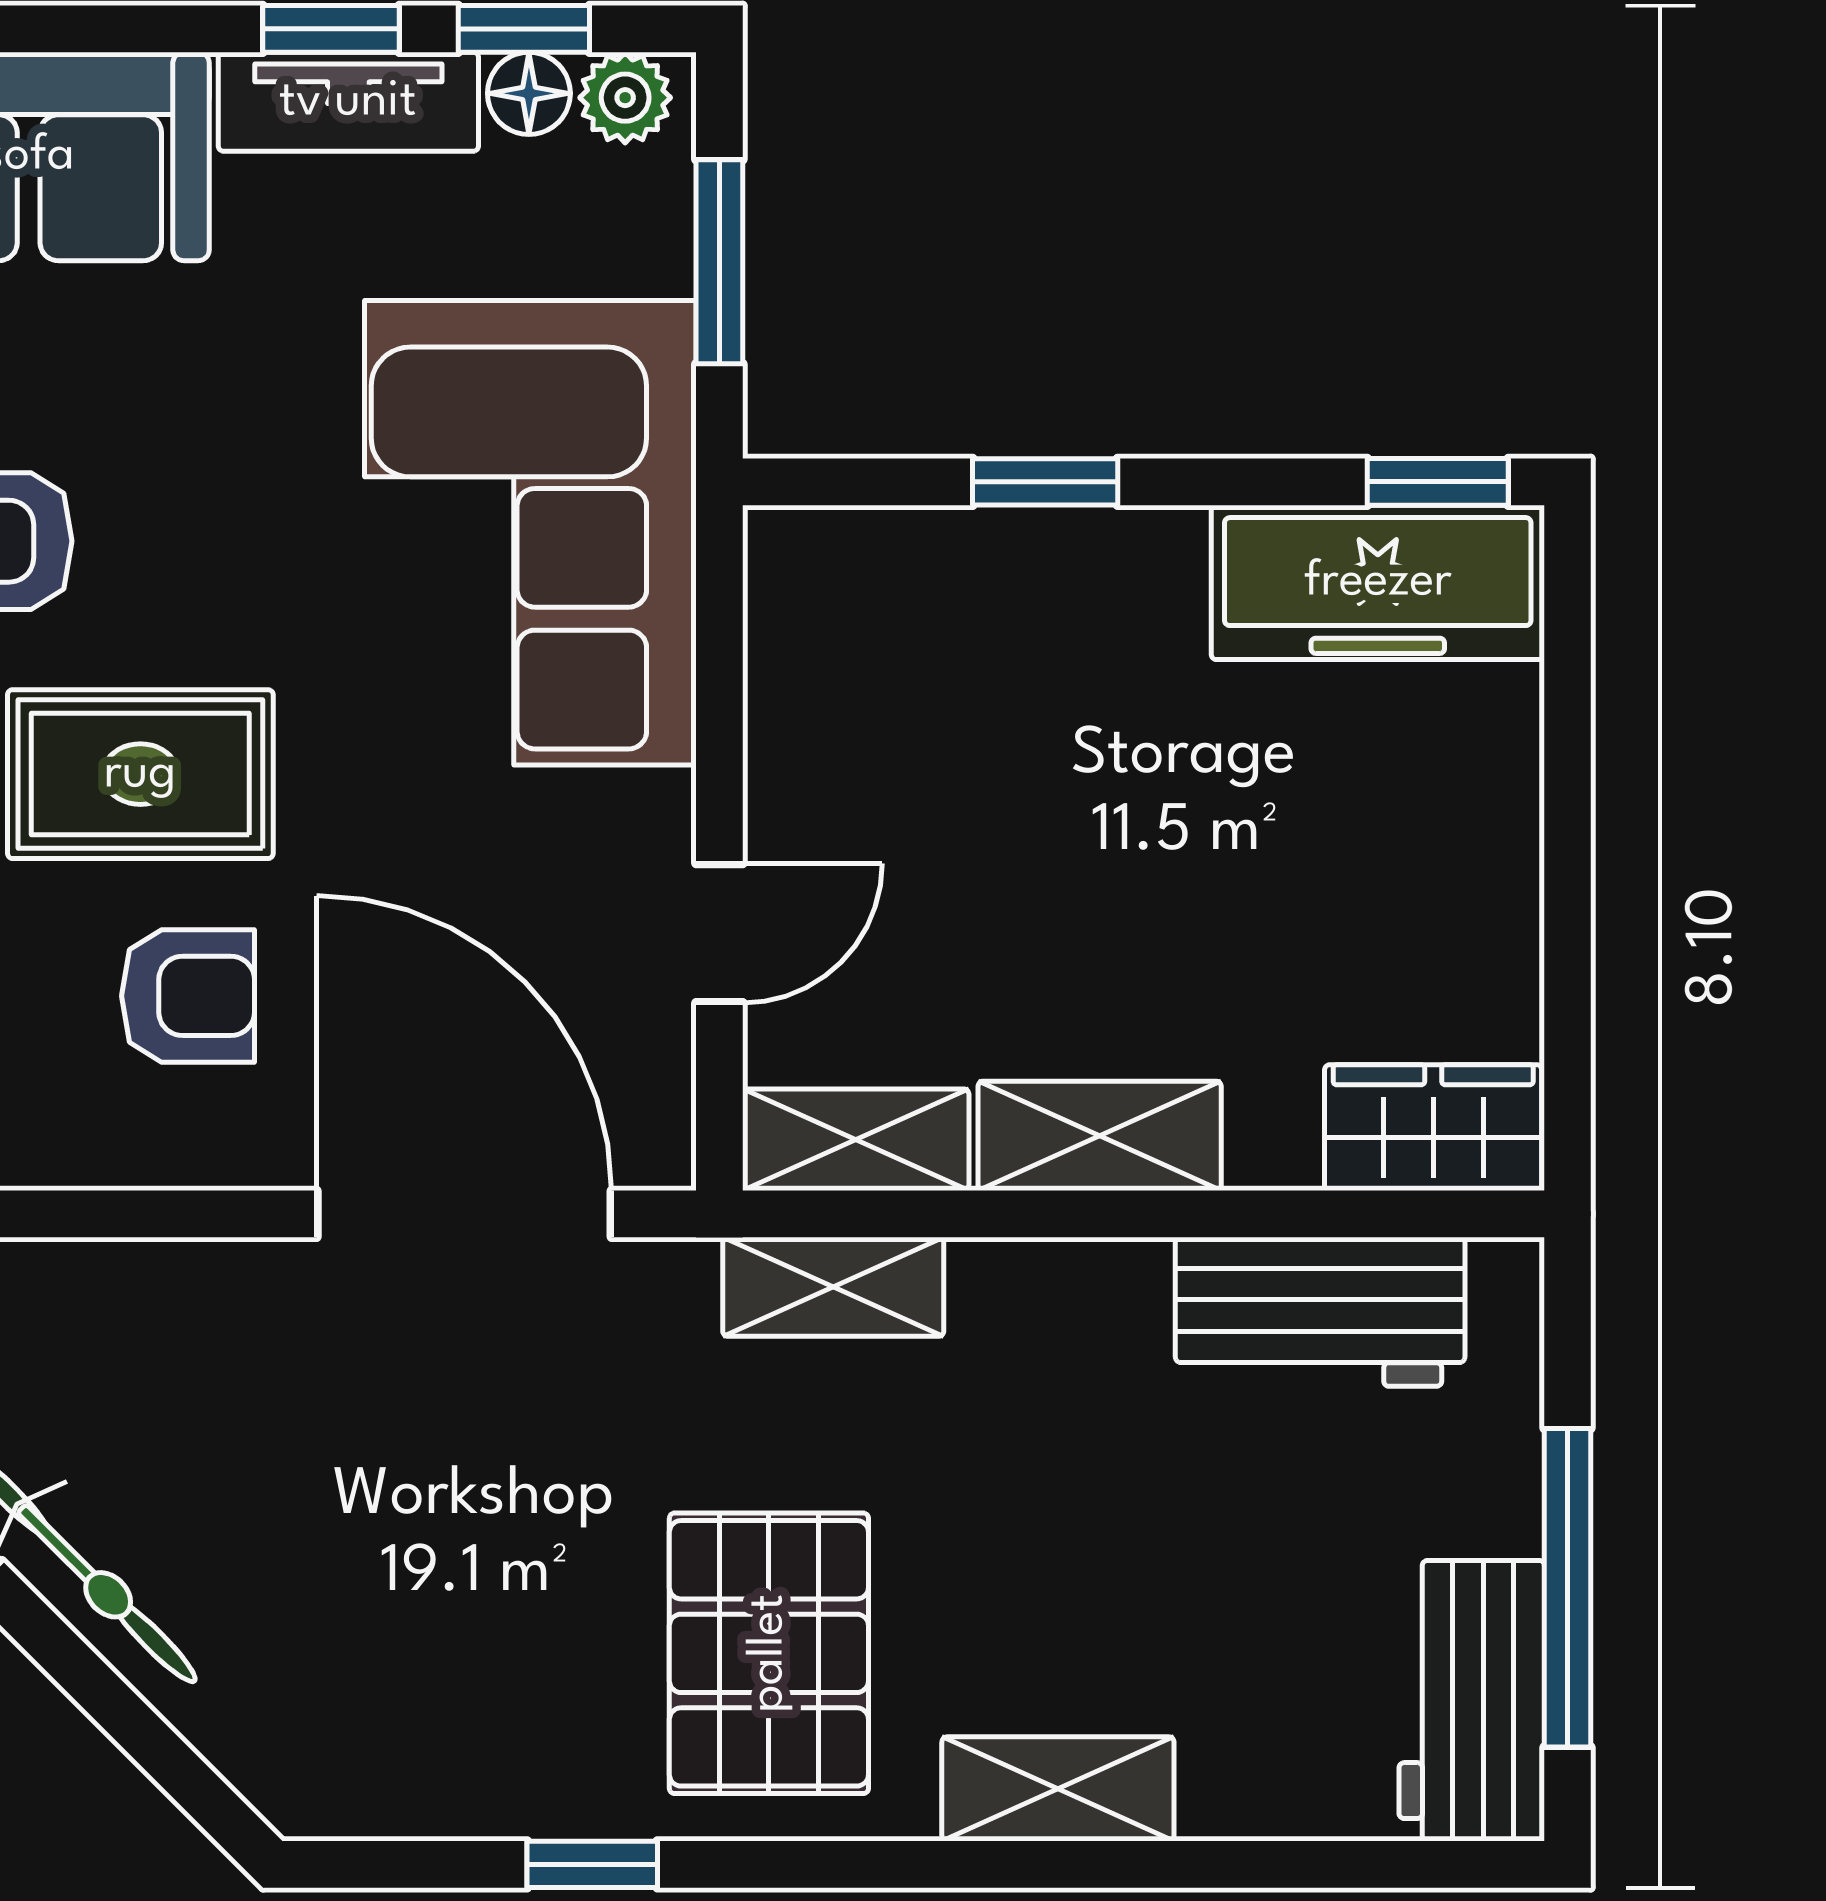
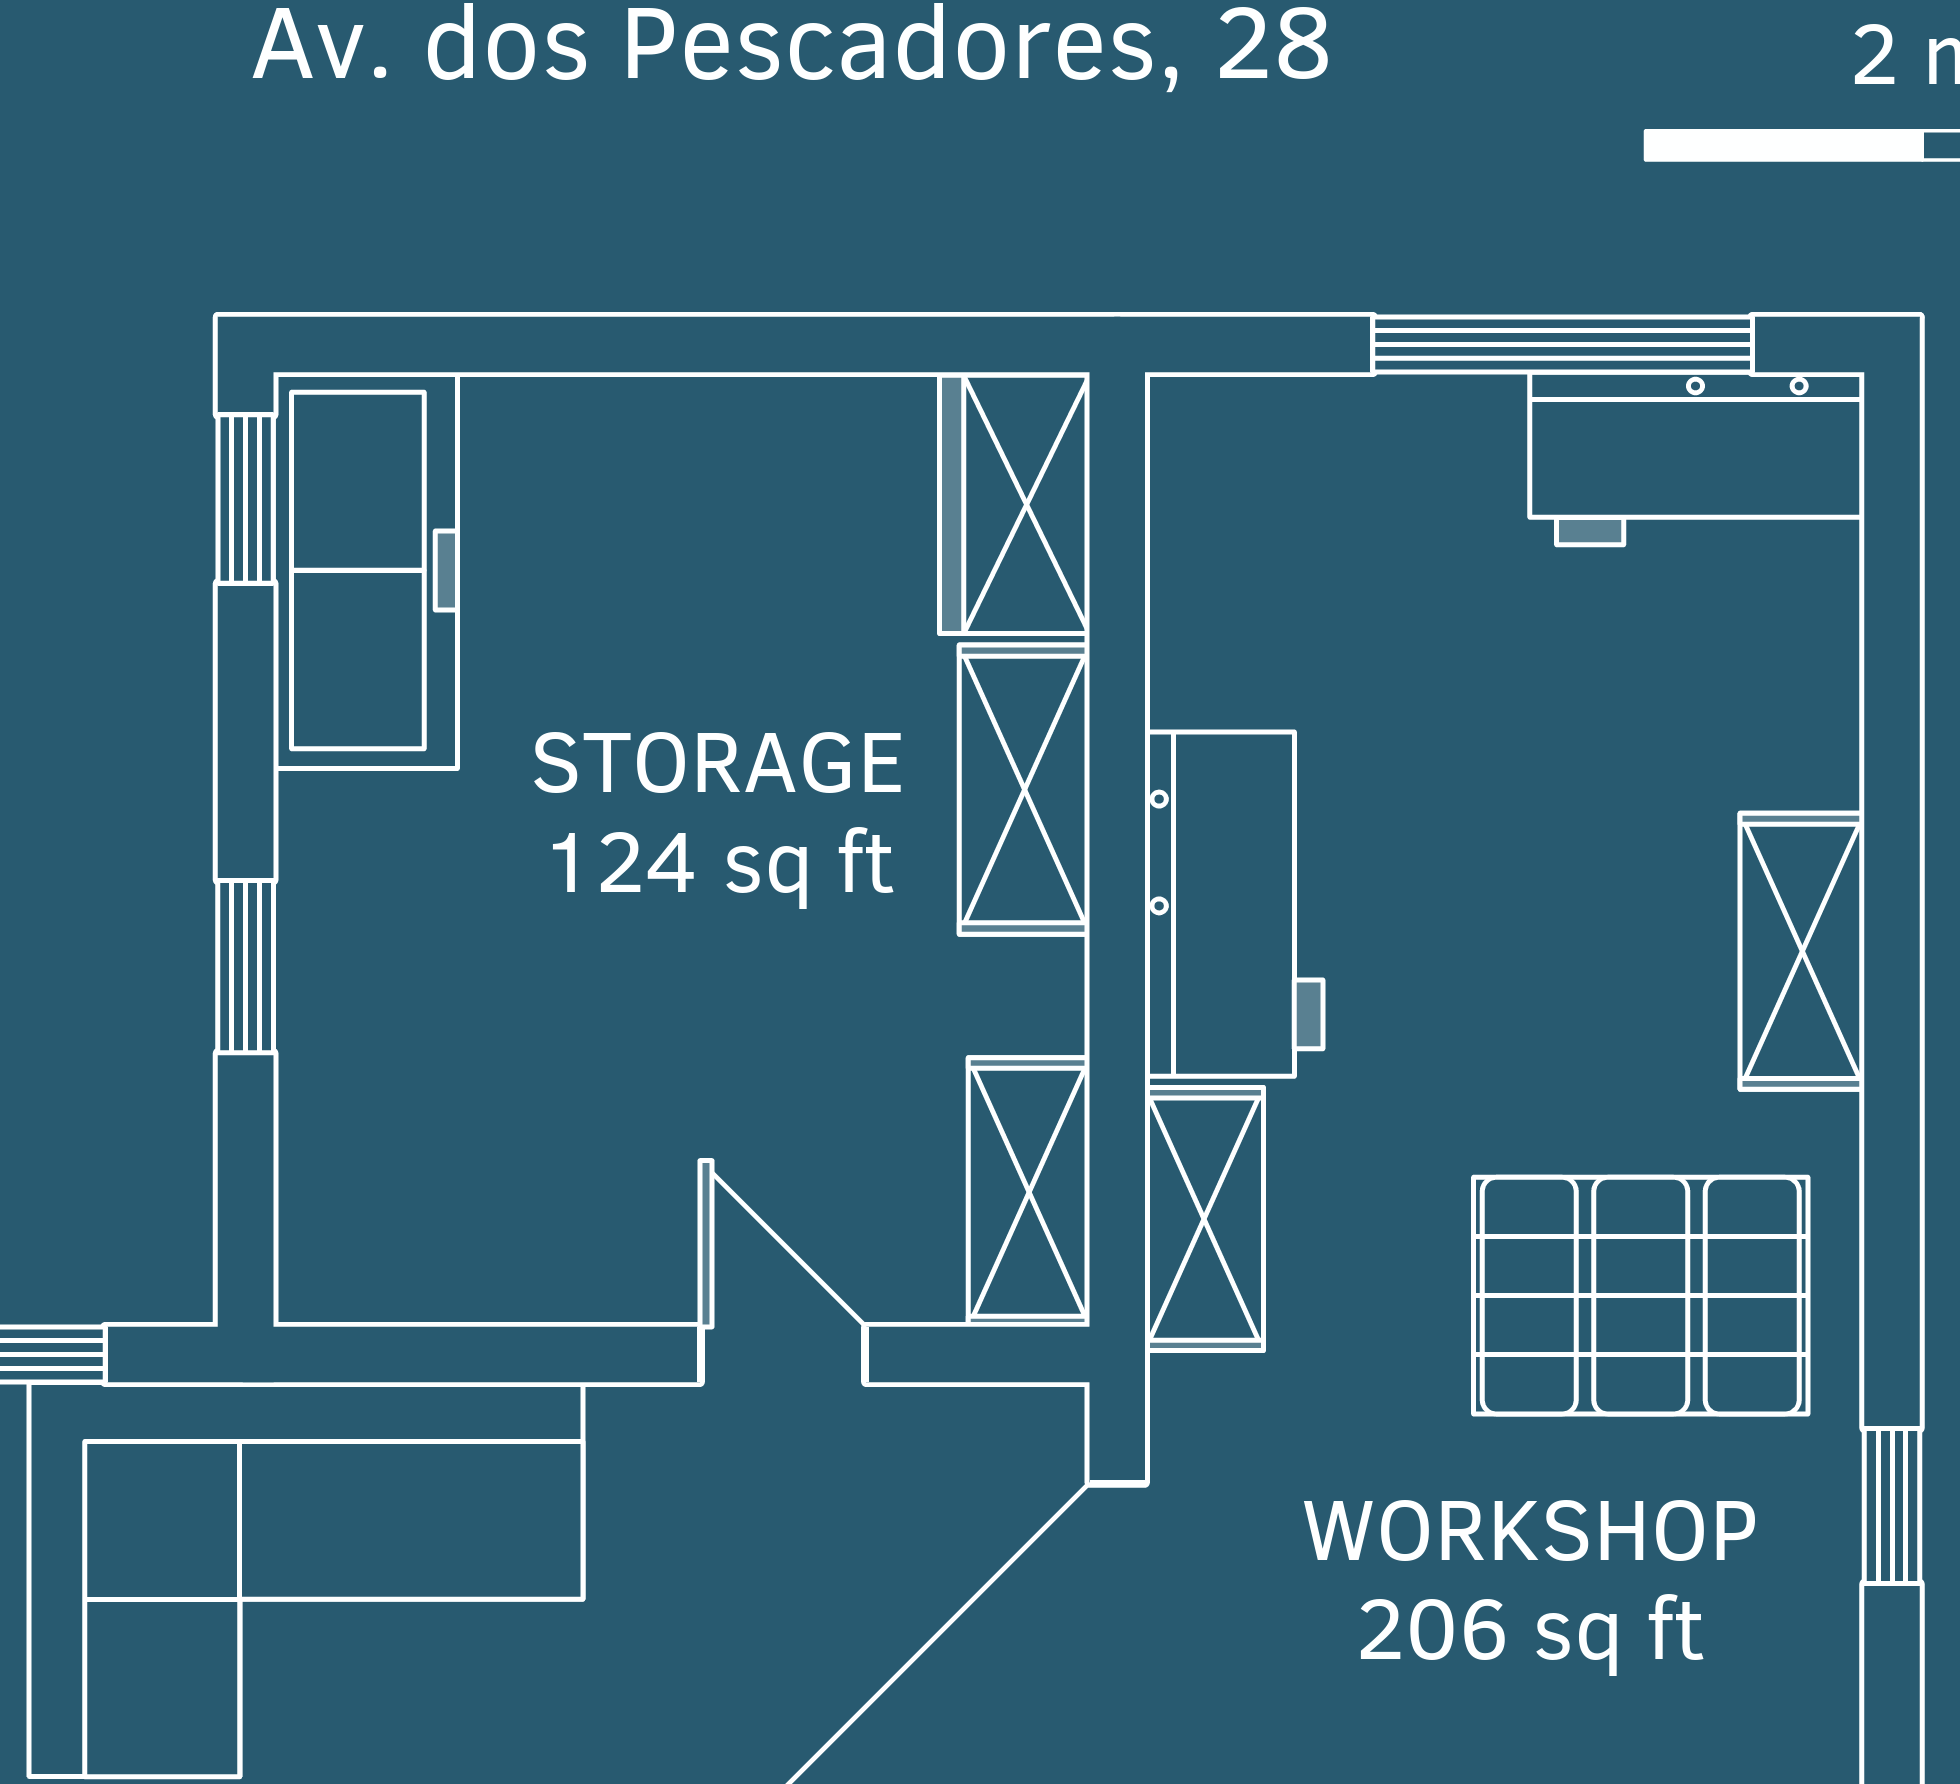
shelving: (1100, 1136) -> (1024, 790), moved
workbench: (1320, 1312) -> (1234, 904), moved

